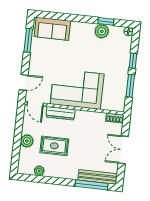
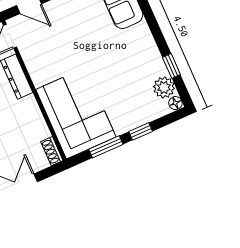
plant: (102, 31) -> (164, 87), moved
corner sofa: (77, 89) -> (76, 113), moved

